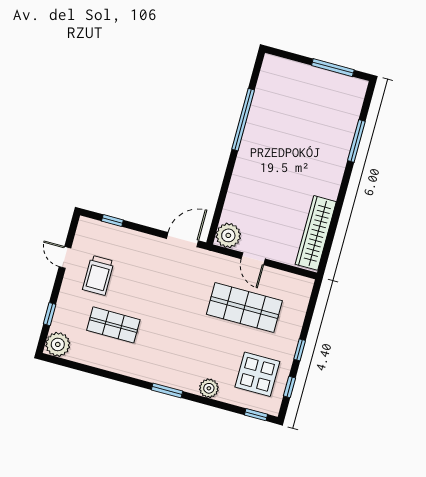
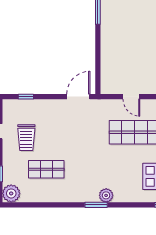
plant: (228, 235) -> (110, 85), removed
plant: (209, 388) -> (106, 195), moved

